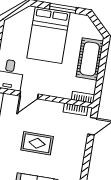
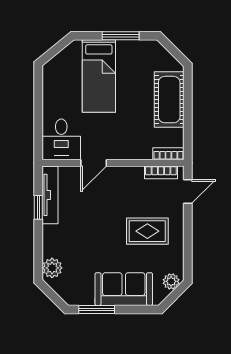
bed: (49, 35) -> (99, 76), width x0.67
rug: (37, 143) -> (147, 231), moved

